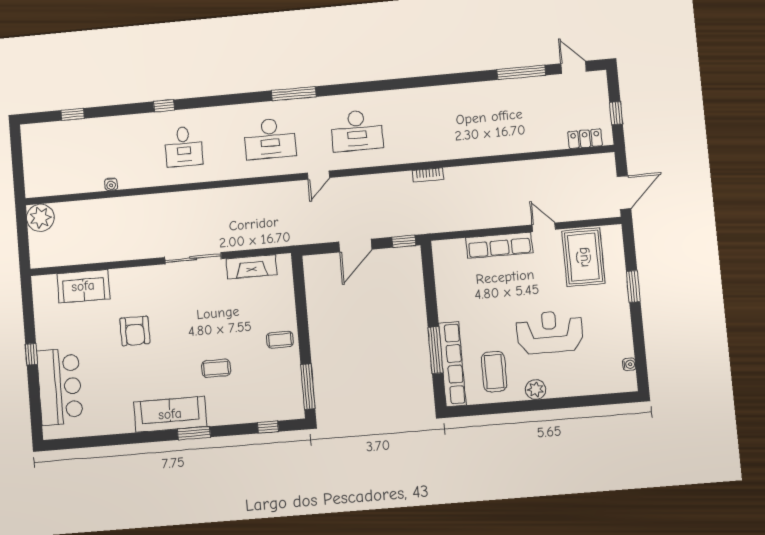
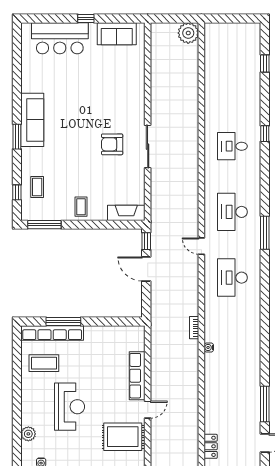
water cooler: (111, 184) -> (209, 347), moved
window: (404, 241) -> (146, 241), moved
fireplace: (251, 267) -> (126, 213), moved, turned 90
sofa: (83, 286) -> (117, 34), moved, turned -90
armchair: (135, 331) -> (112, 144), moved
coffee table: (216, 368) -> (37, 187), moved
plant: (536, 389) -> (28, 434), moved

